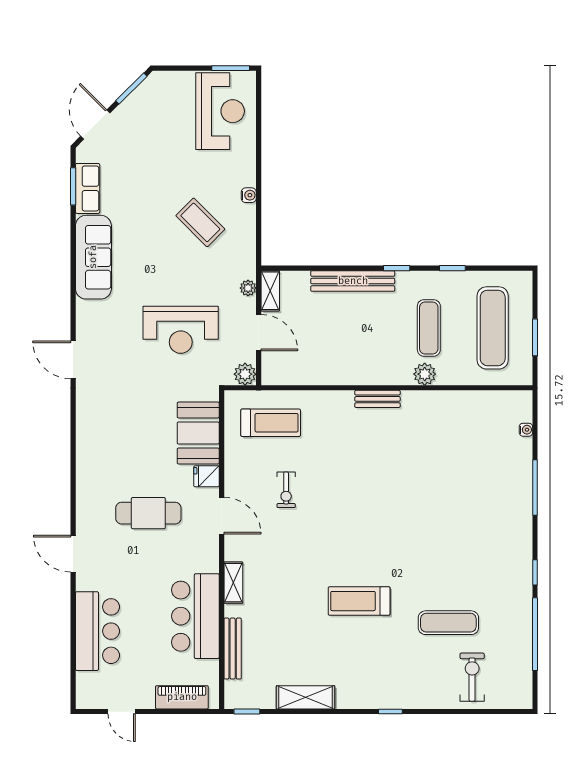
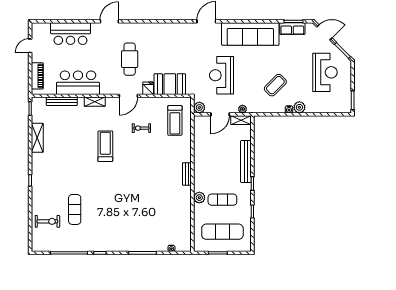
reception desk: (220, 111) -> (325, 72), moved, turned -90
plant: (245, 174) -> (299, 107), added
sofa: (93, 257) -> (250, 34), width x1.36, depth x1.27
treadmill: (359, 601) -> (105, 146), moved

